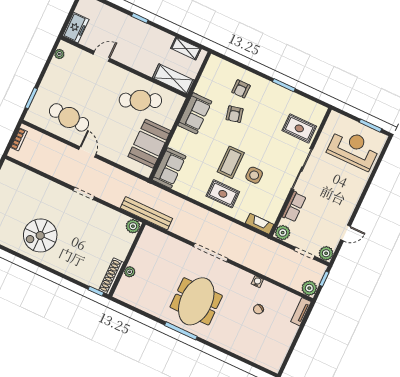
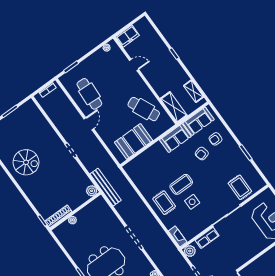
sofa: (169, 168) -> (199, 121), moved
spiral stairs: (40, 235) -> (26, 162), turned 180

